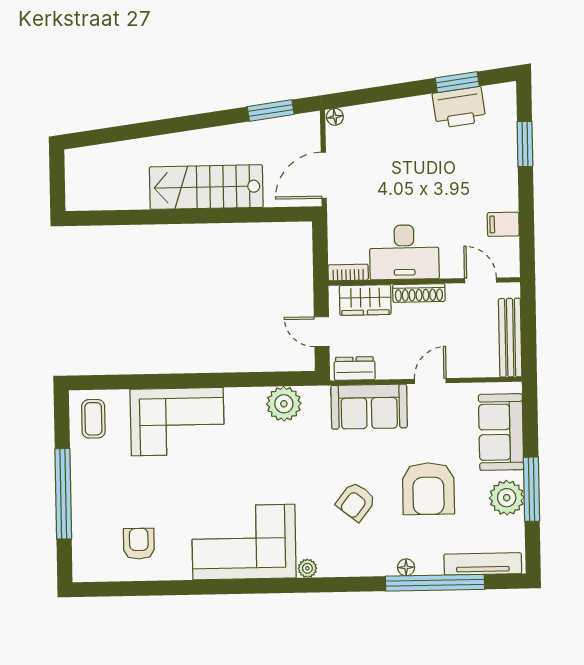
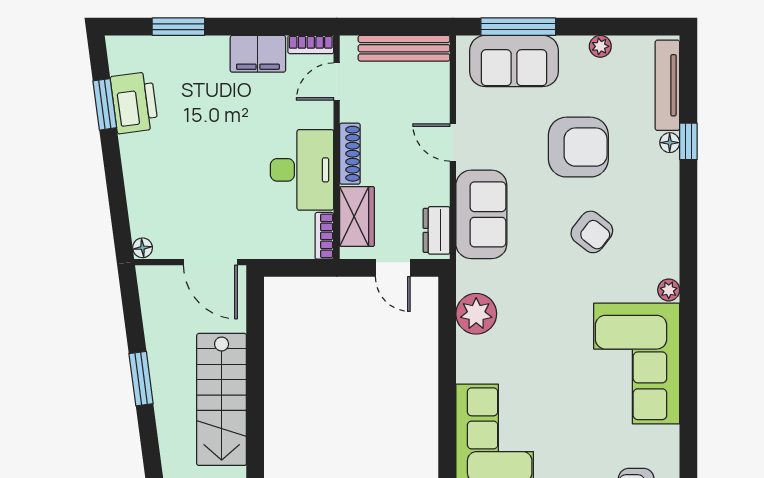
window: (271, 110) -> (141, 379), moved
filing cabinet: (503, 224) -> (258, 54), width x2.00
bookcase: (512, 258) -> (311, 45), added
door: (322, 332) -> (393, 268), hinge flipped
window: (532, 489) -> (518, 27), moved
plant: (507, 498) -> (600, 46), width x0.53, depth x0.53
floor lamp: (406, 567) -> (670, 143), moved
window: (435, 583) -> (688, 141), width x0.32

